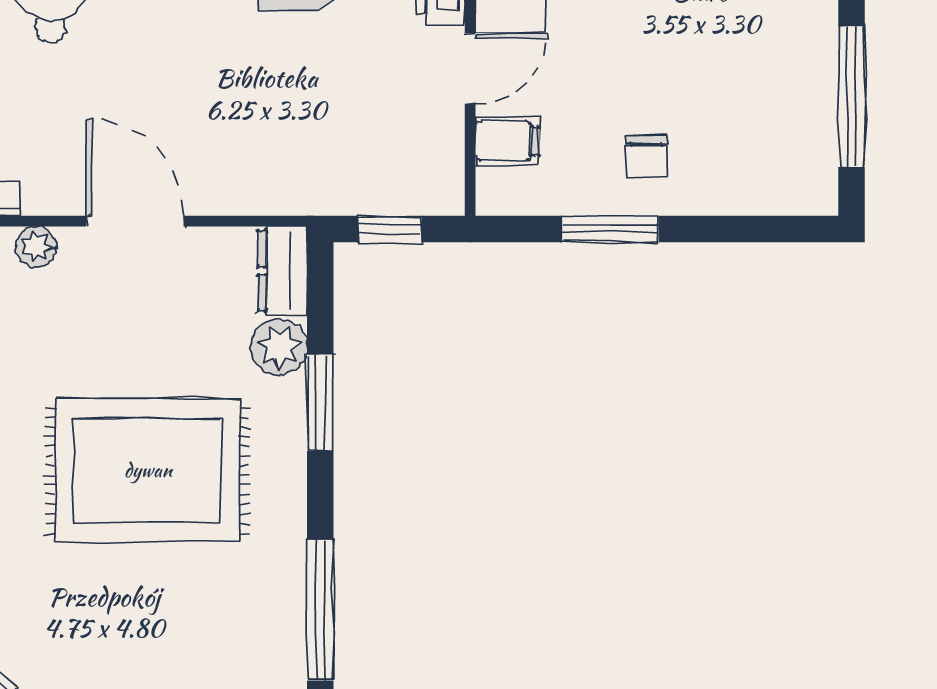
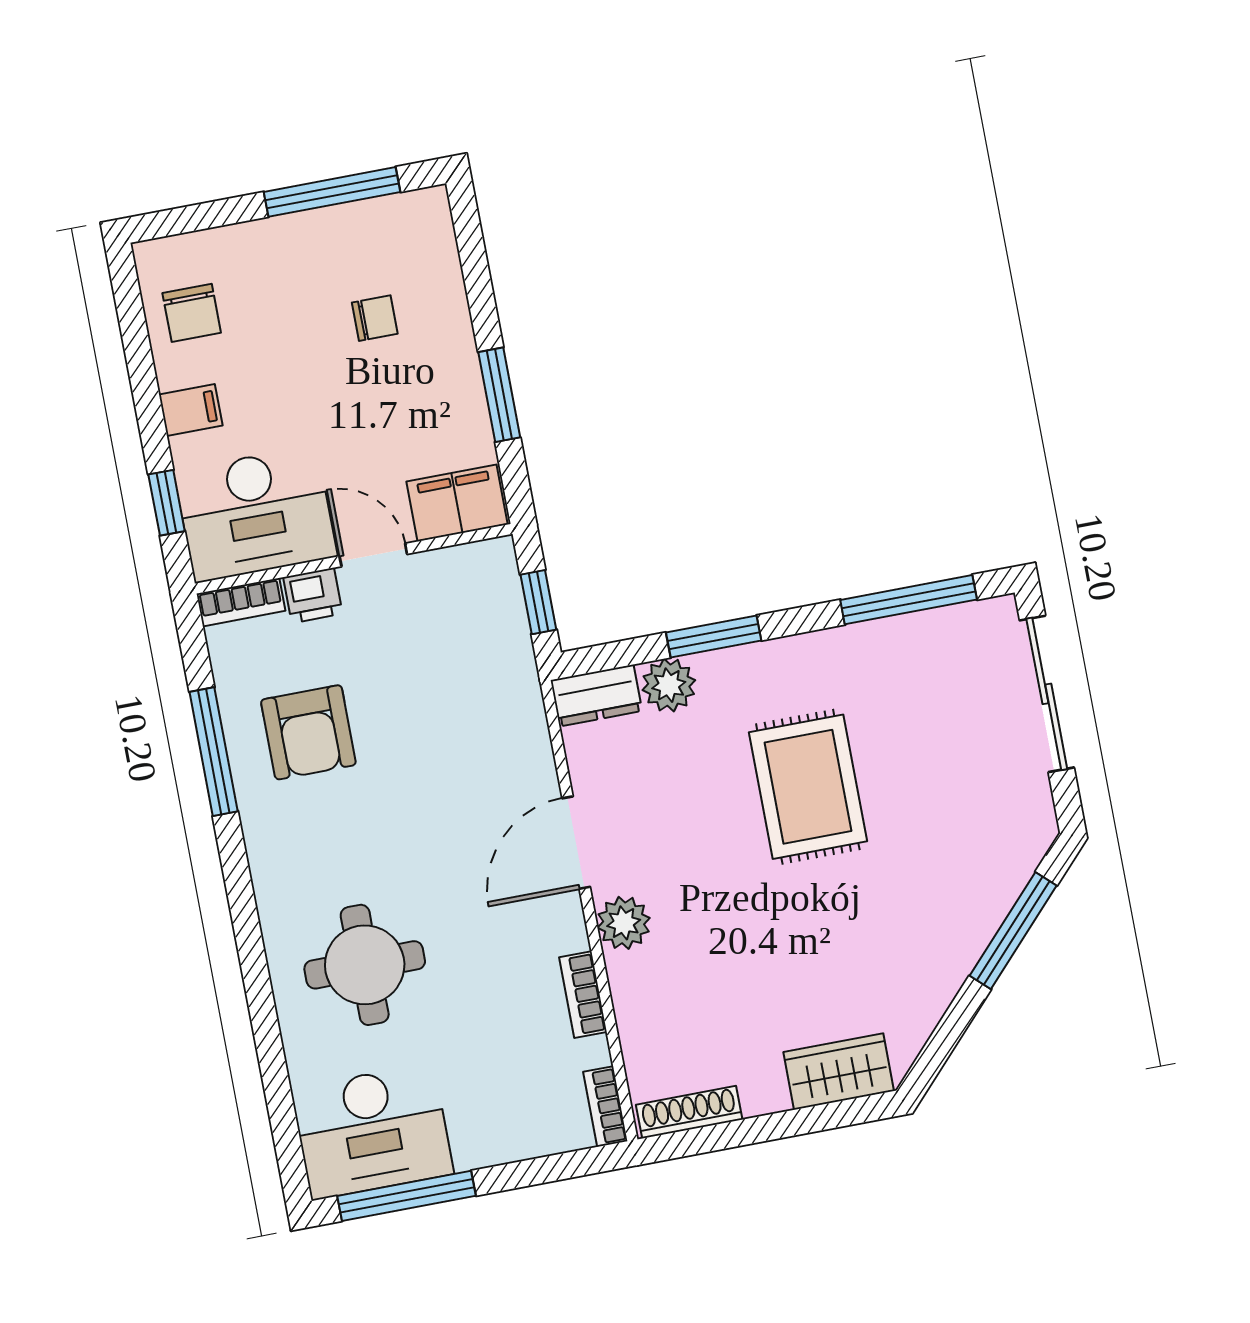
filing cabinet: (507, 141) -> (457, 503), width x2.00
chair: (646, 156) -> (375, 318), moved
plant: (36, 247) -> (624, 923), width x1.38, depth x1.38
rug: (148, 470) -> (808, 787), width x0.73, depth x0.69

